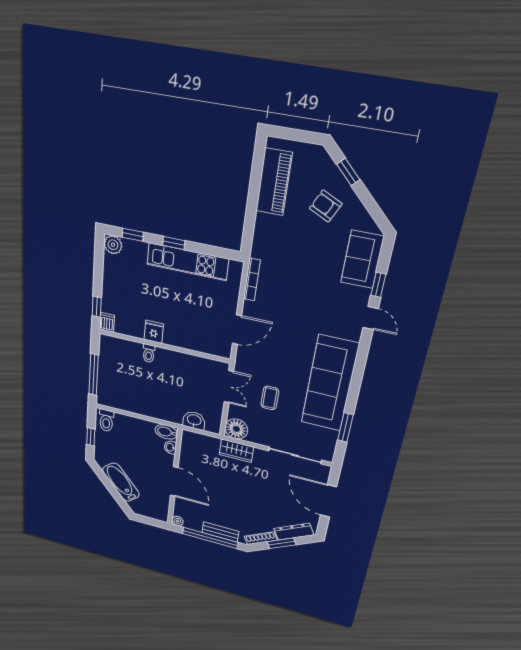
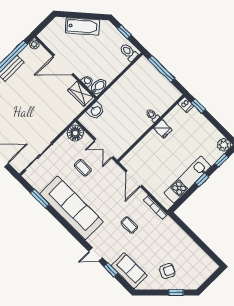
piano: (274, 182) -> (196, 254), removed
coffee table: (299, 299) -> (129, 225), added
wardrobe: (236, 451) -> (80, 94), moved, turned -90

